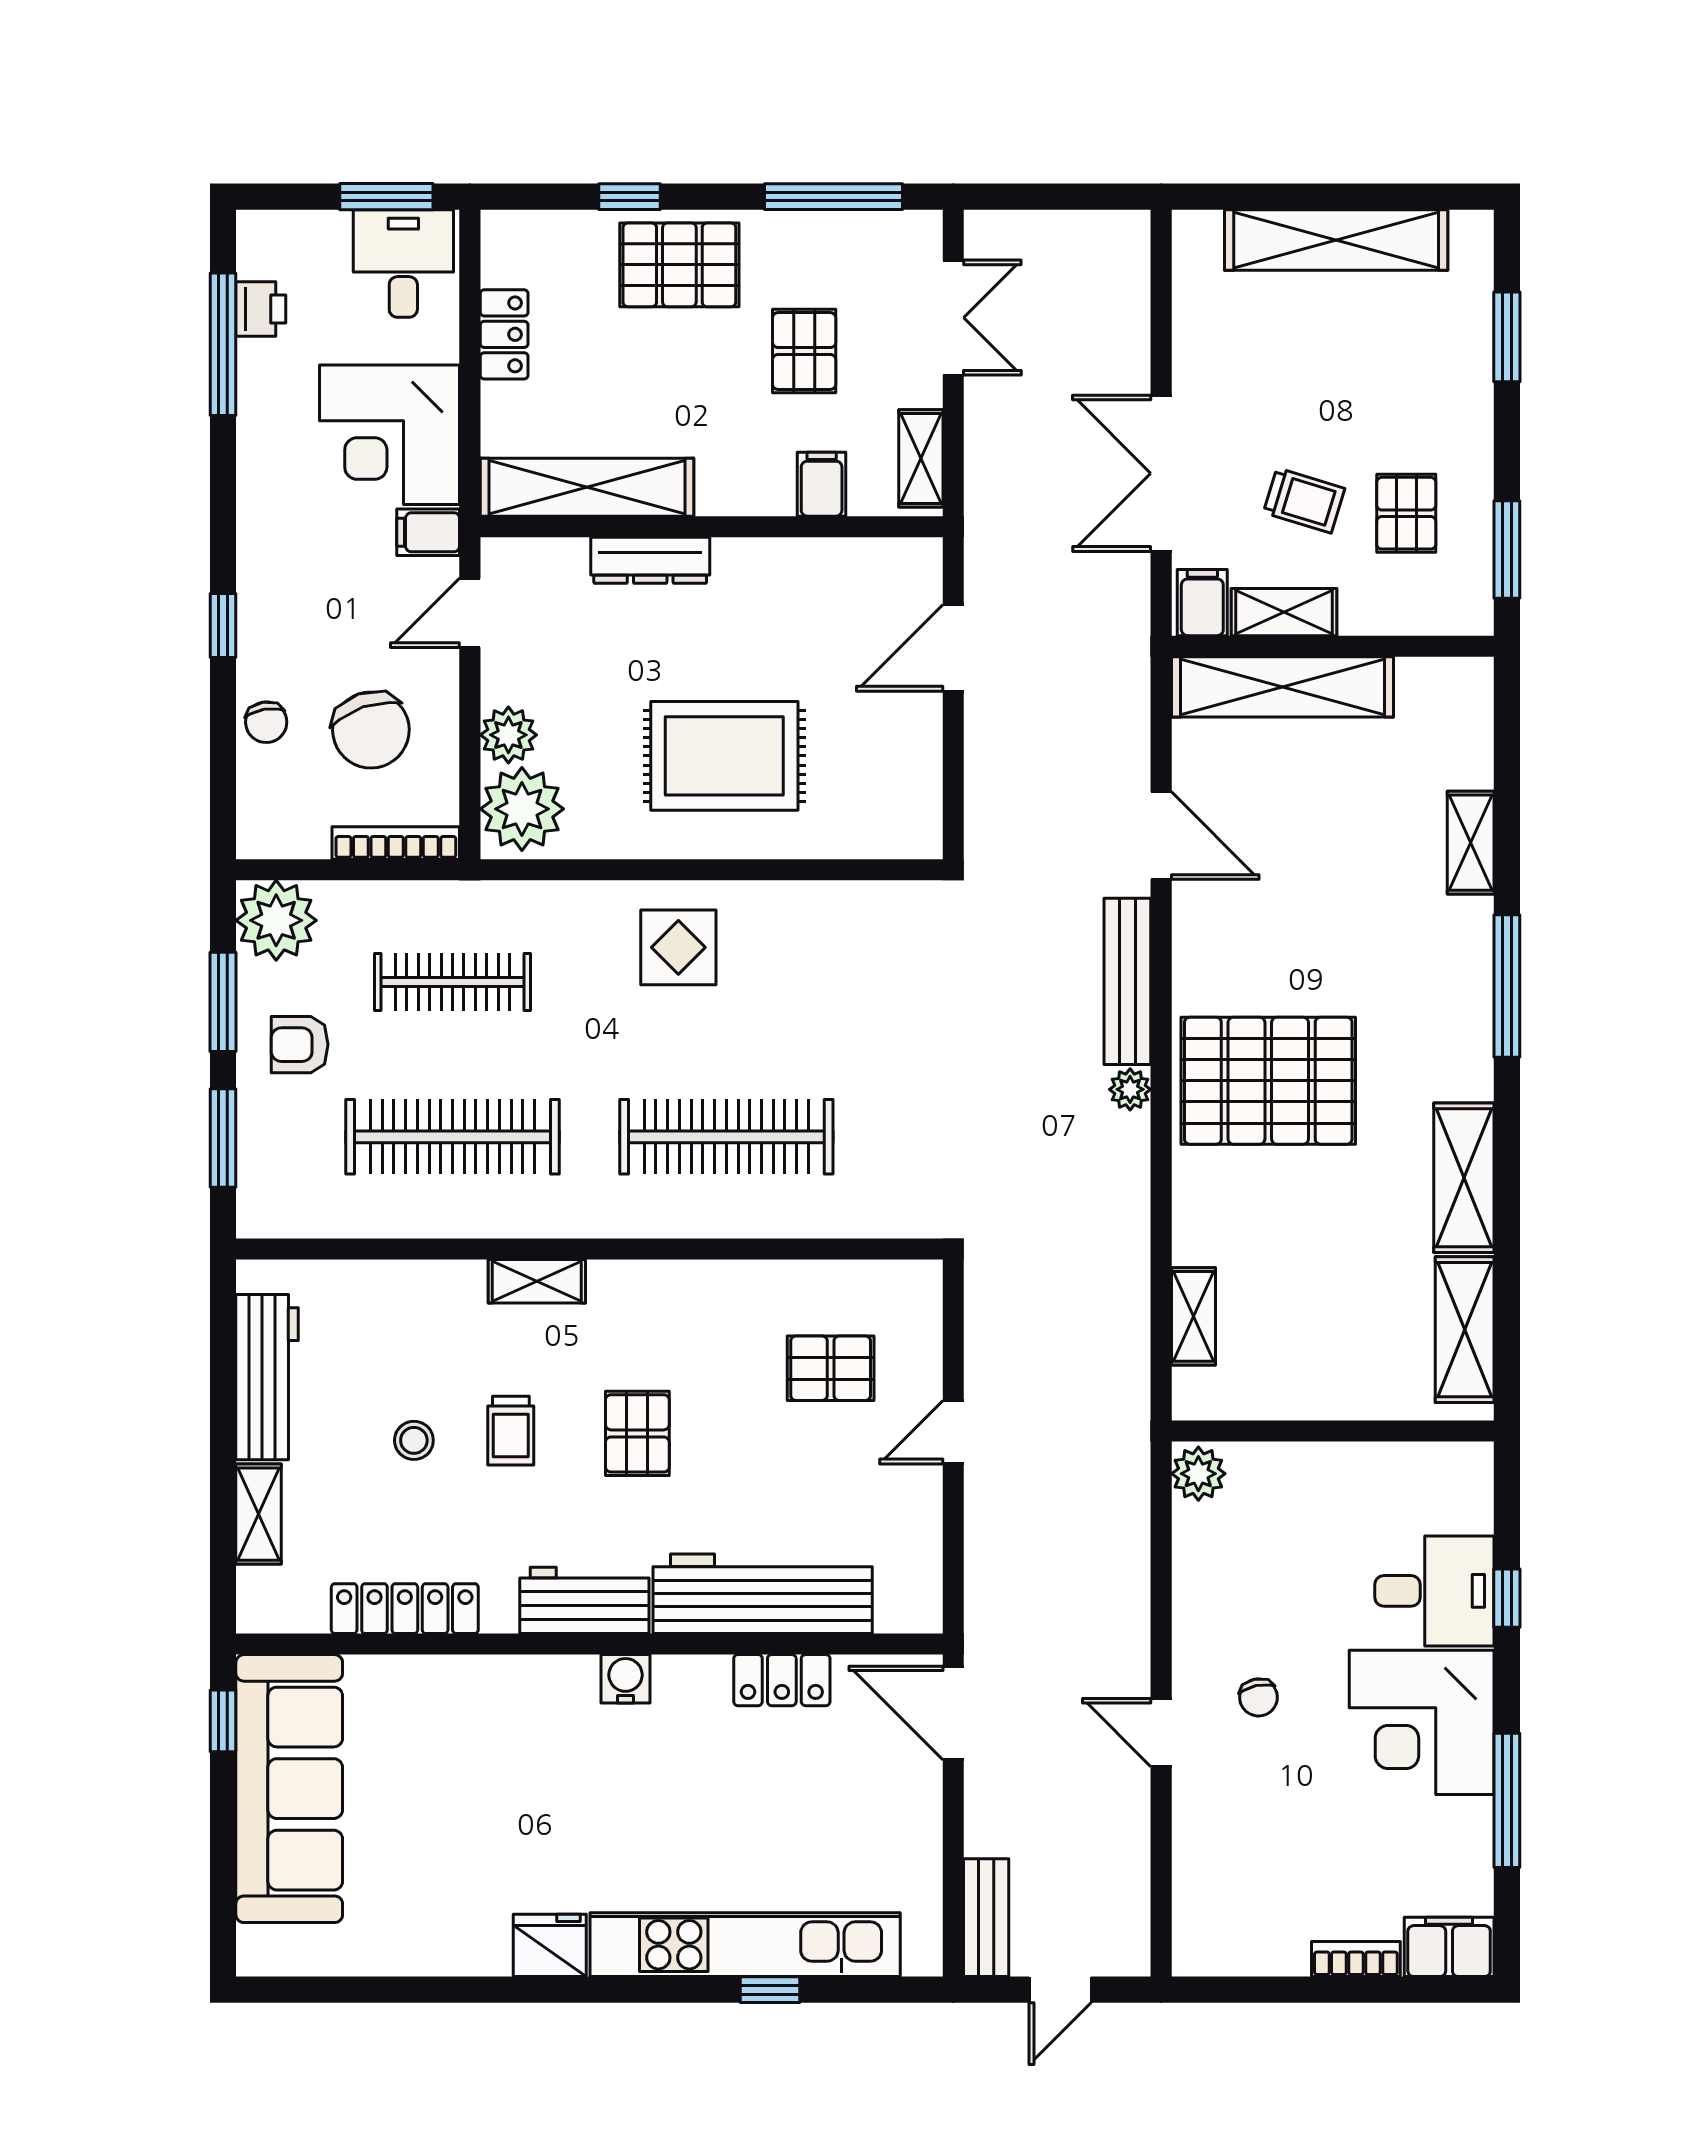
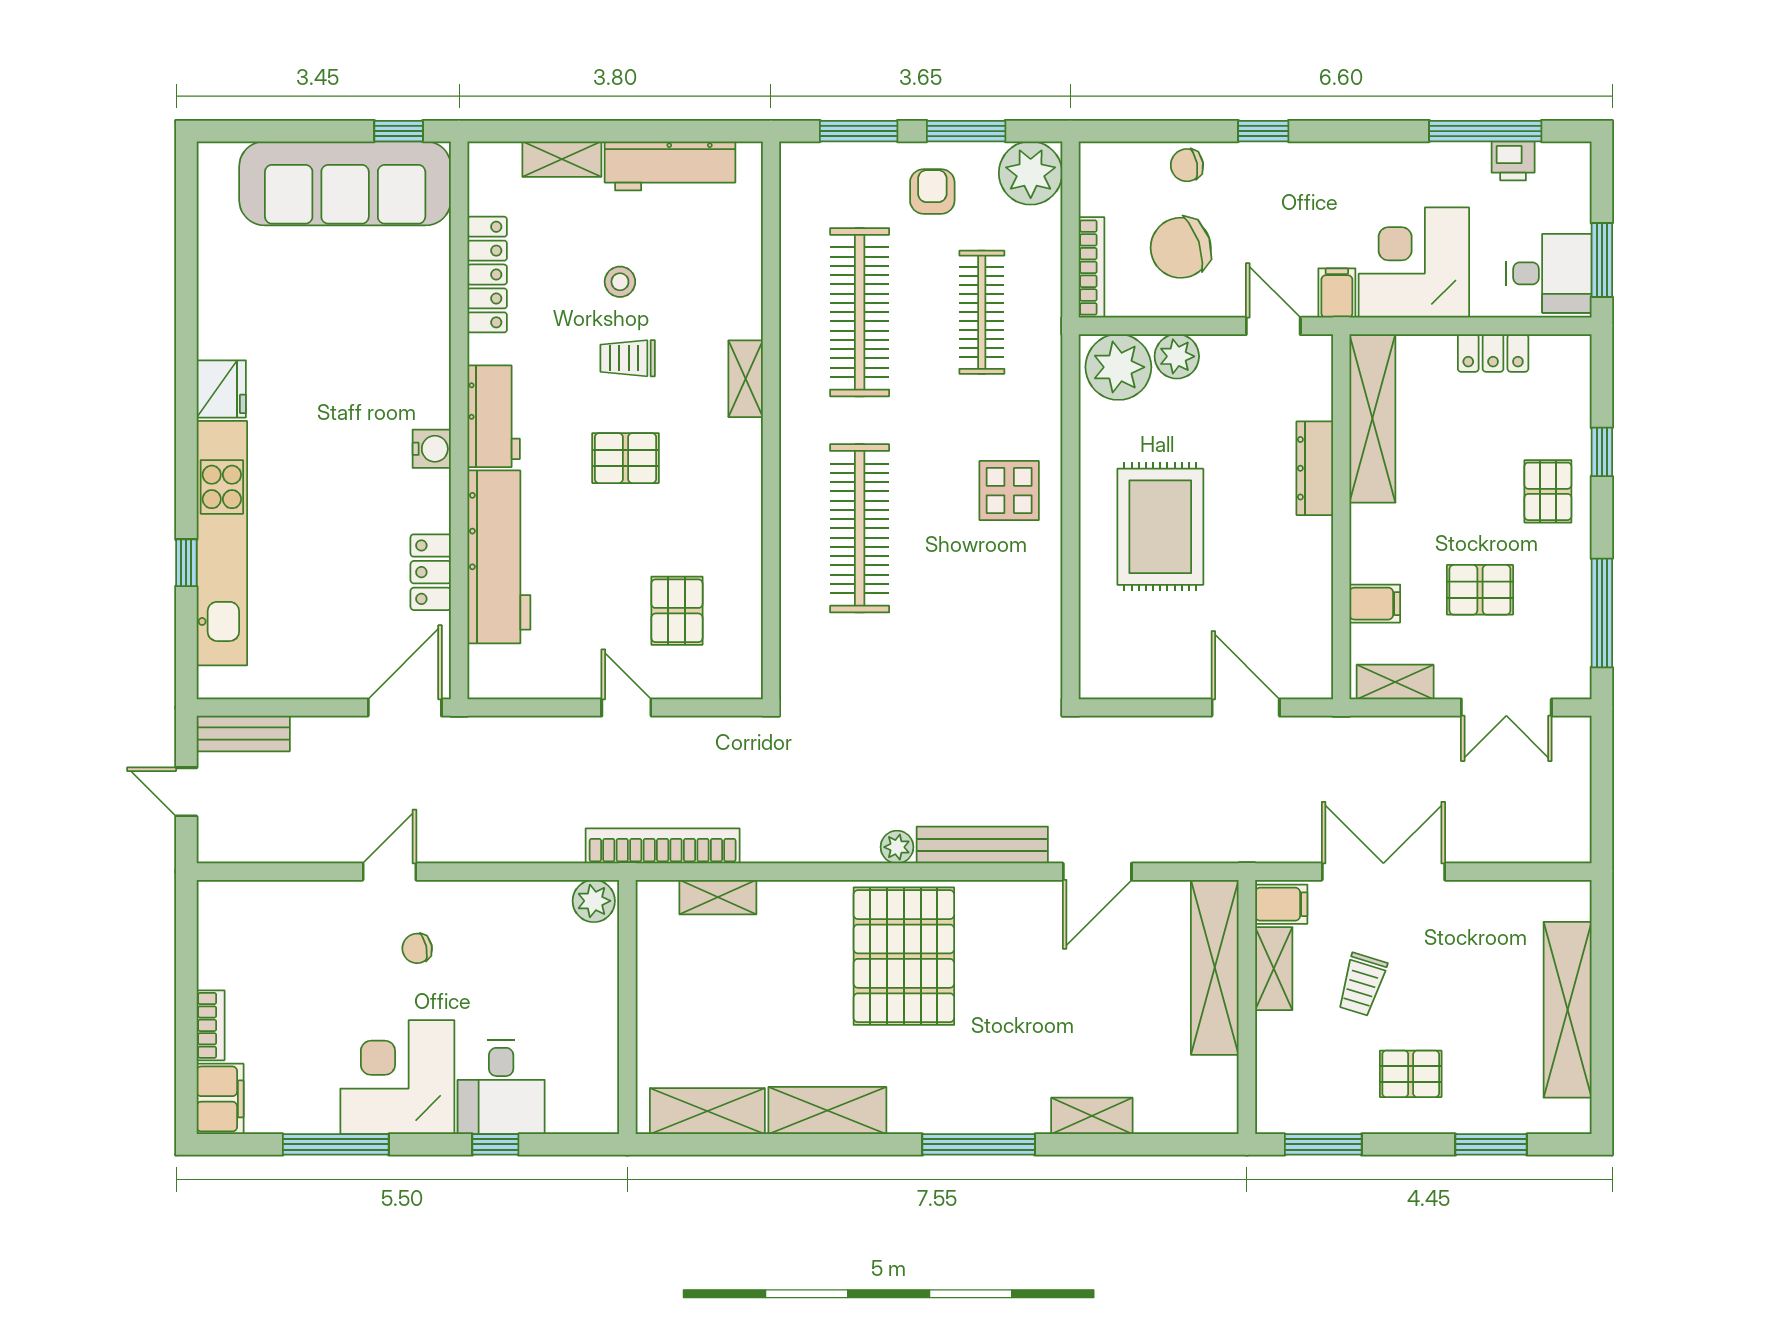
pallet: (679, 265) -> (1548, 491), width x0.67, depth x0.71
pallet: (1406, 513) -> (1411, 1074), moved
bookcase: (1129, 1386) -> (663, 846), added

